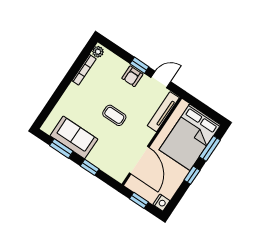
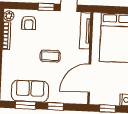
armchair: (132, 76) -> (29, 23), moved
door: (139, 160) -> (89, 78), swing flipped

